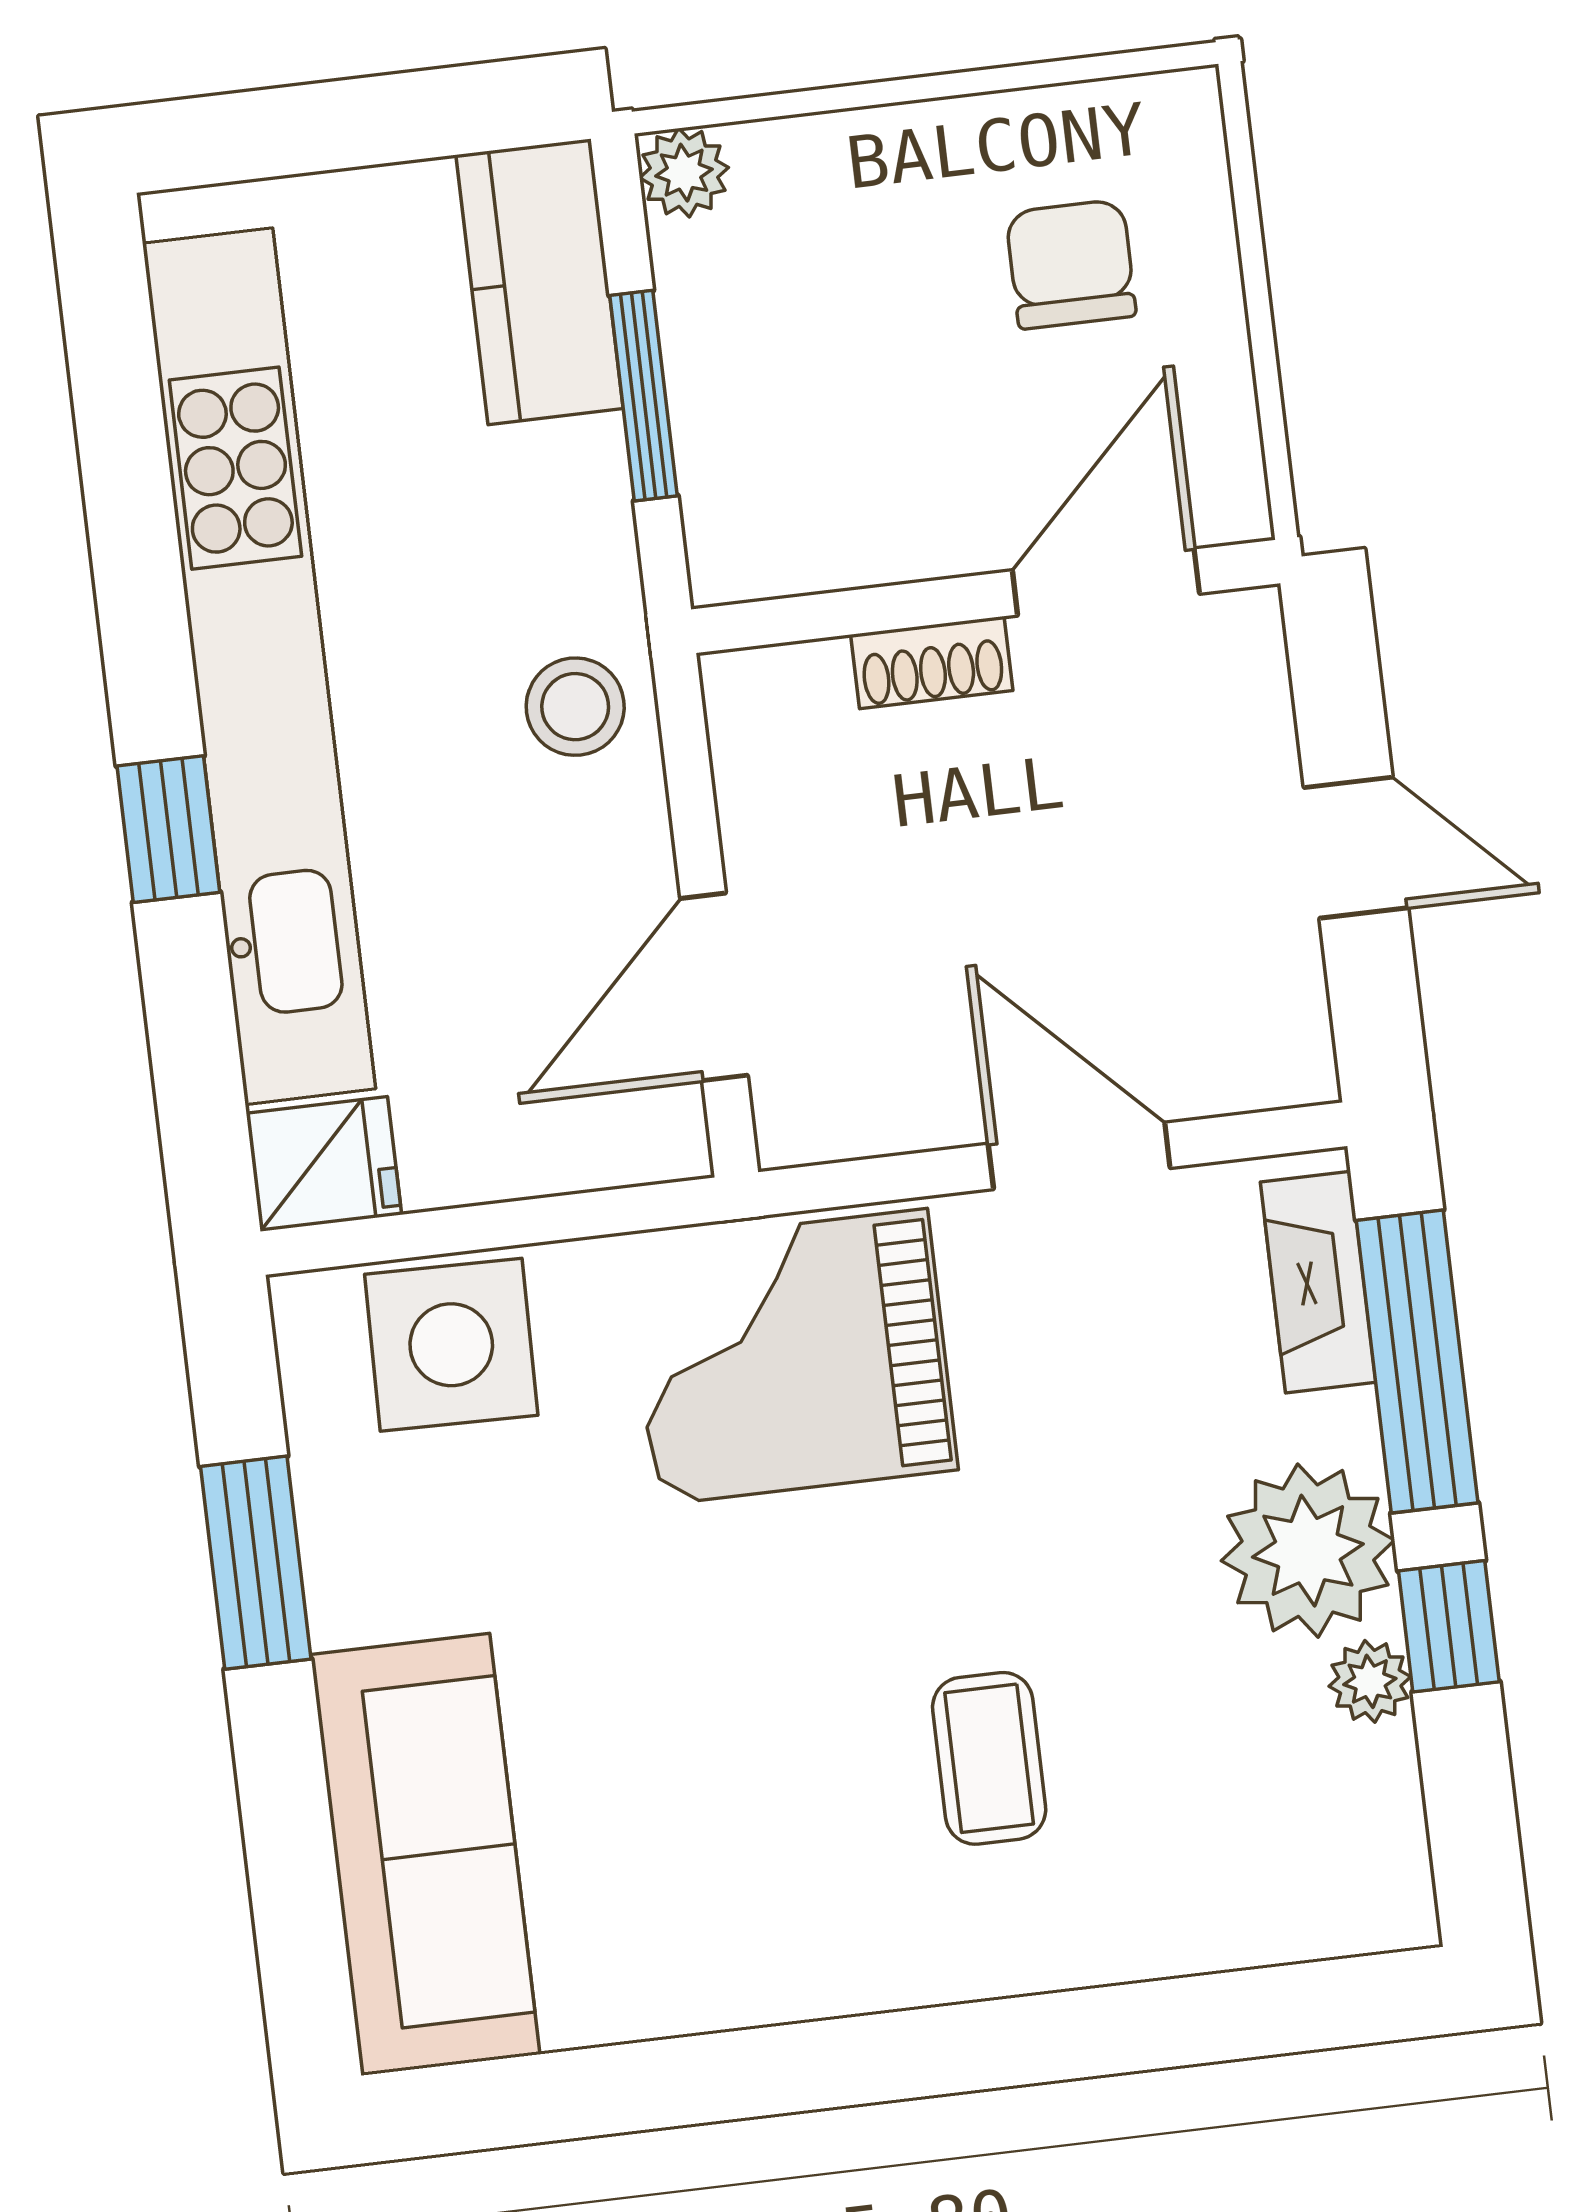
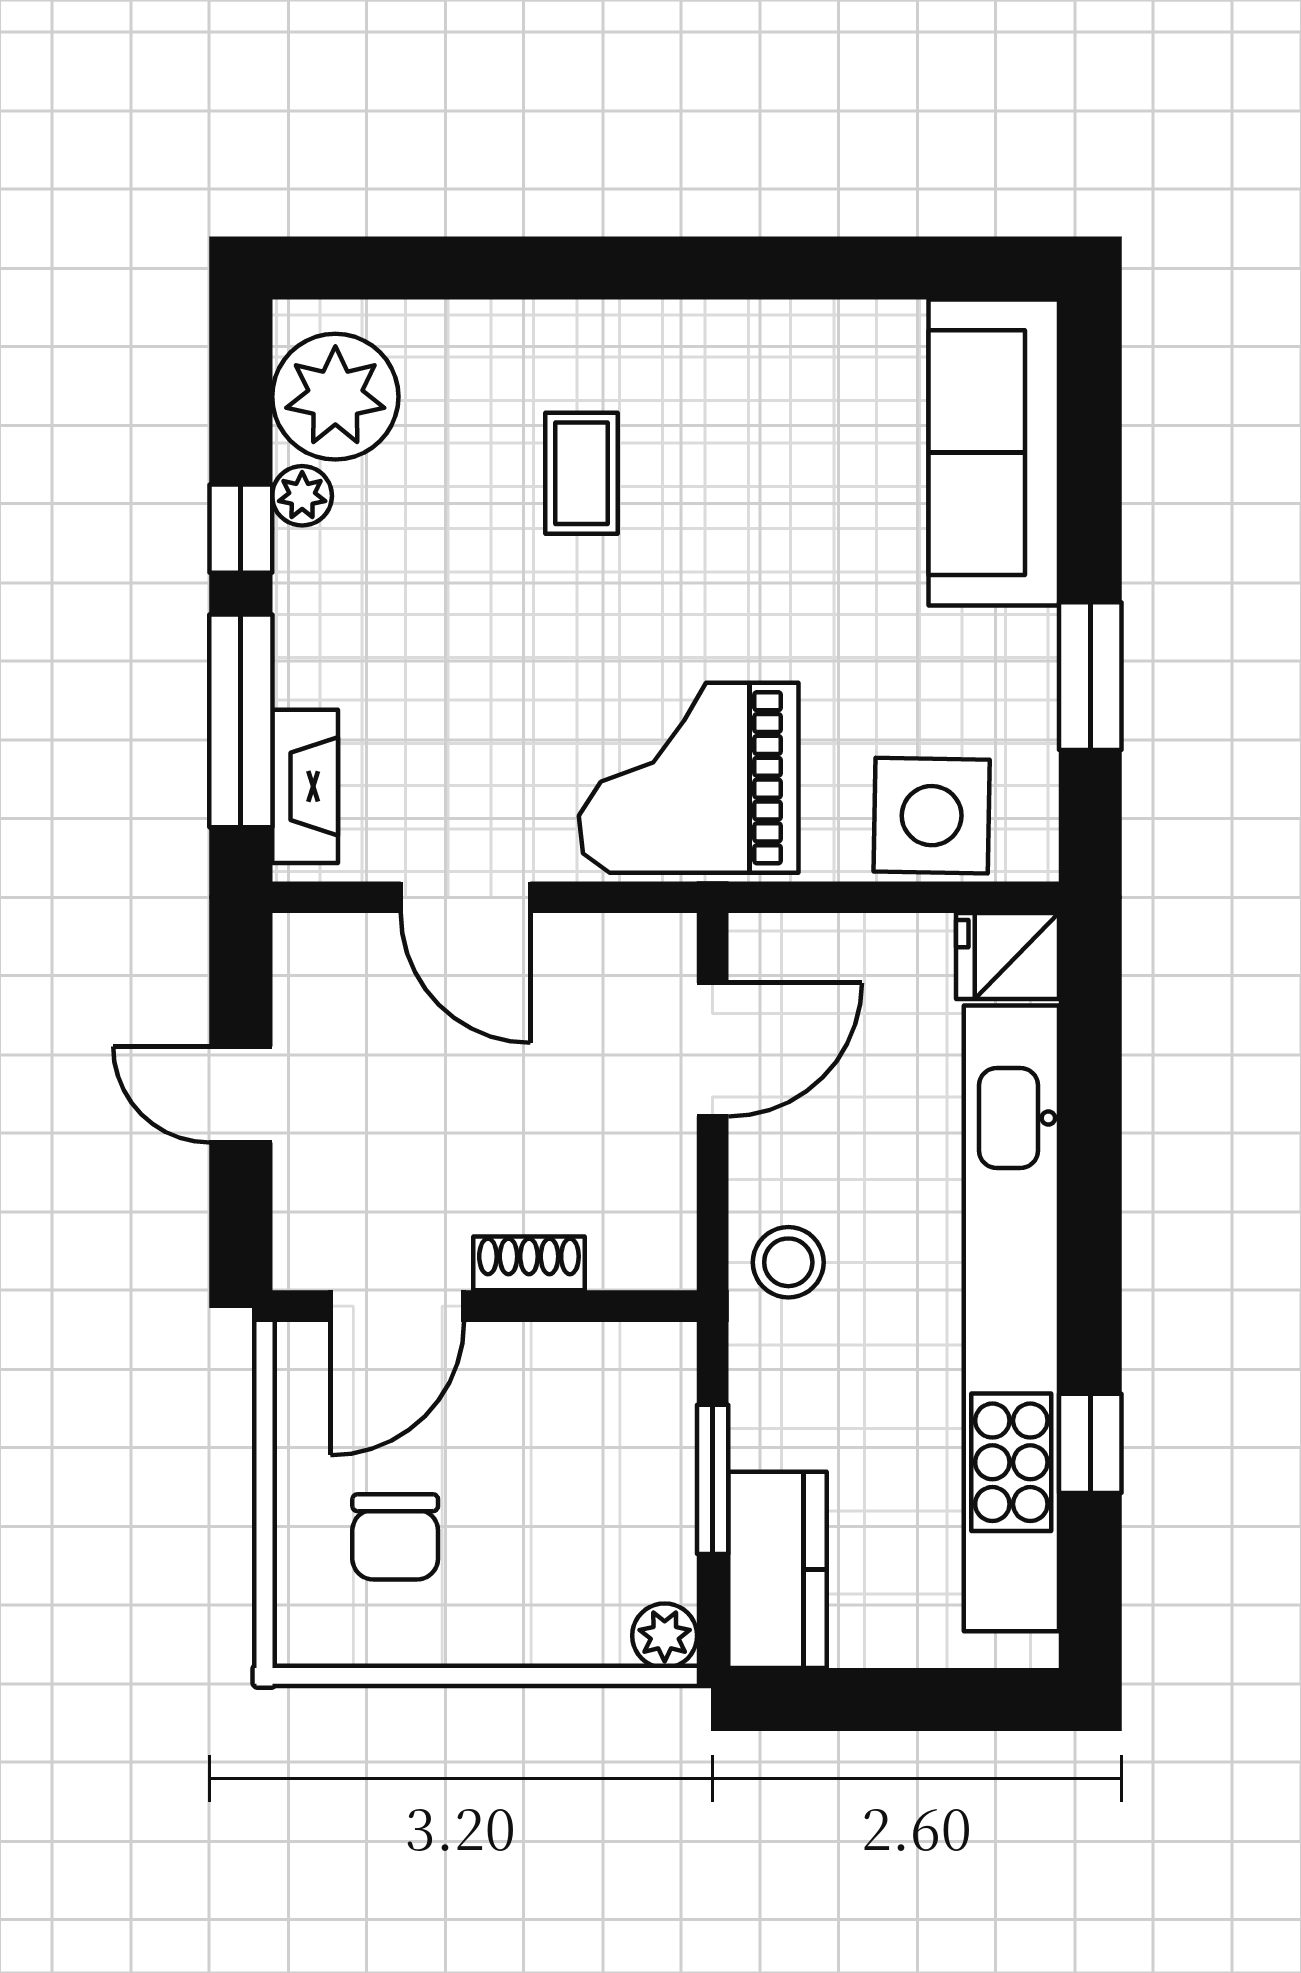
window: (168, 829) -> (1090, 1443), moved
grand piano: (792, 1357) -> (689, 778), turned 180
plant: (1308, 1551) -> (335, 397), moved

